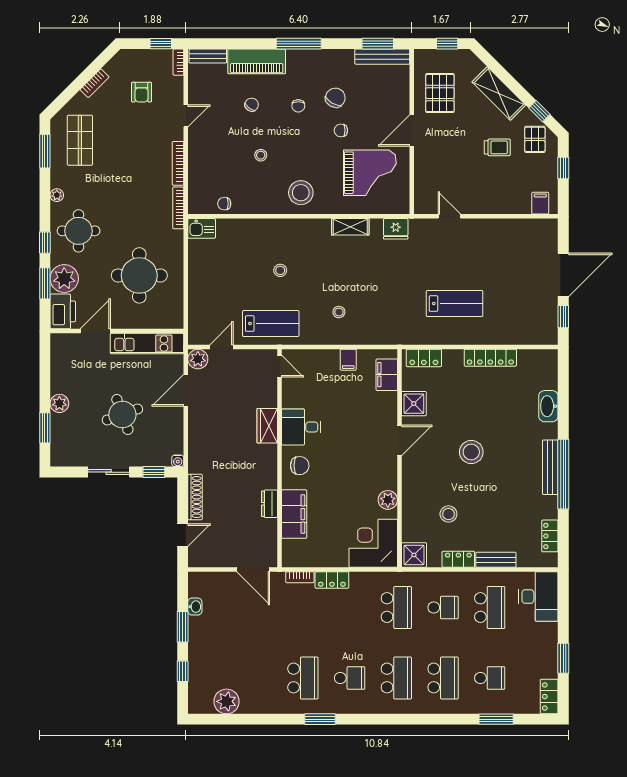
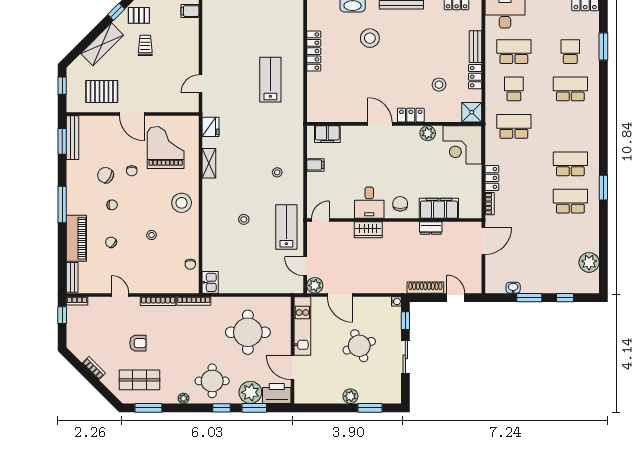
armchair: (142, 92) -> (138, 343), moved
locker: (424, 358) -> (411, 115), moved, turned -90
shower: (414, 404) -> (351, 112), removed
stool: (471, 452) -> (370, 38), moved
school desk: (350, 678) -> (570, 164), width x1.85
school desk: (396, 678) -> (570, 126), removed

